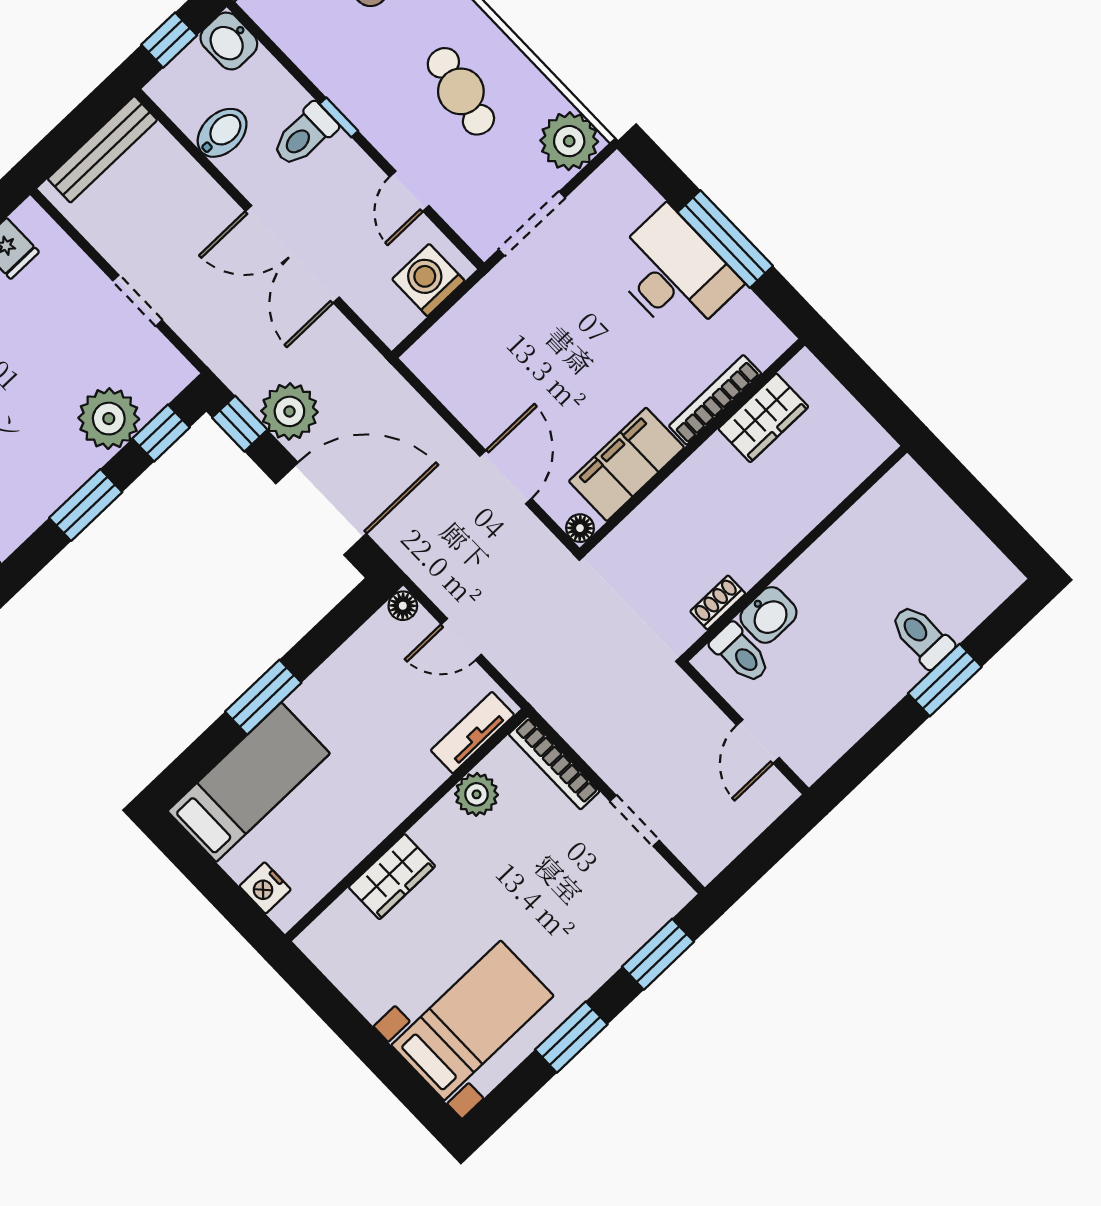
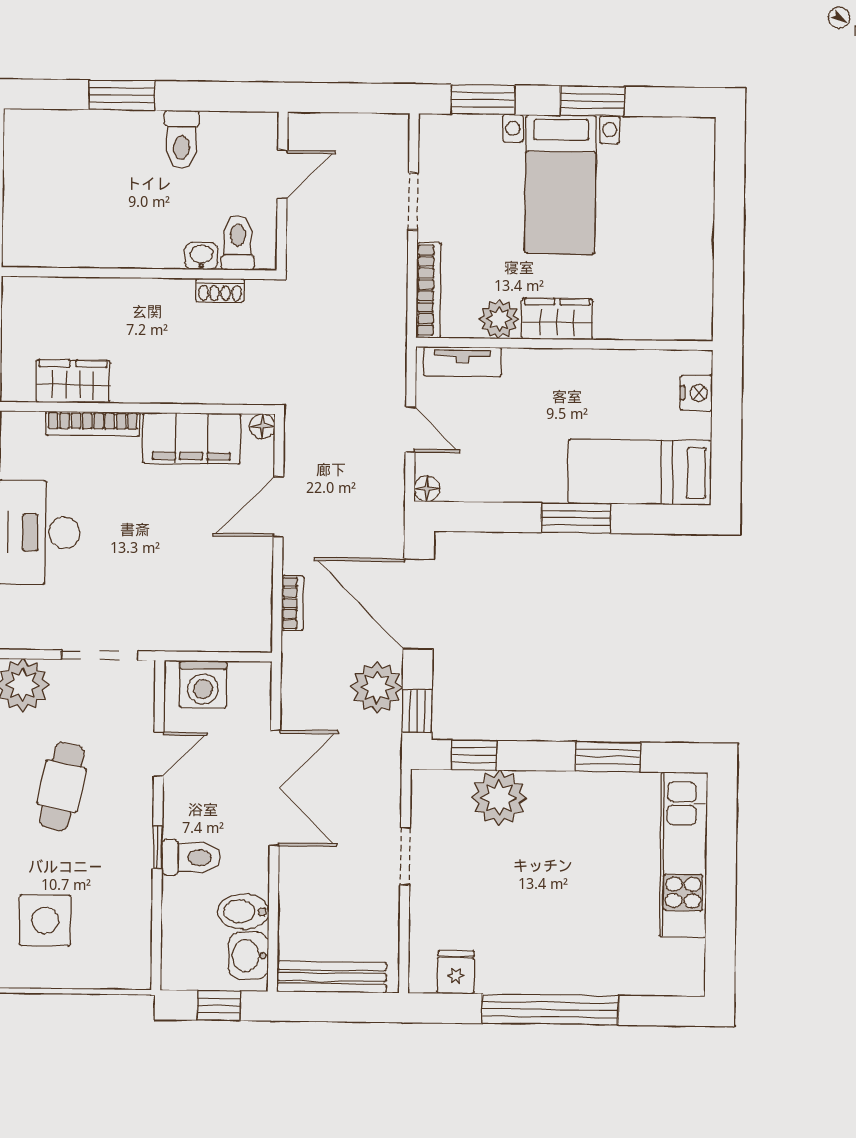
washbasin: (229, 41) -> (248, 956), moved, turned 180
bookcase: (420, 412) -> (292, 603), added
window: (86, 505) -> (608, 757), moved
washbasin: (768, 615) -> (201, 256), width x0.72, depth x0.69
toilet: (922, 636) -> (182, 140), moved
wardrobe: (392, 877) -> (557, 319), moved
bed with nightstands: (472, 1020) -> (561, 184), moved, turned -90

